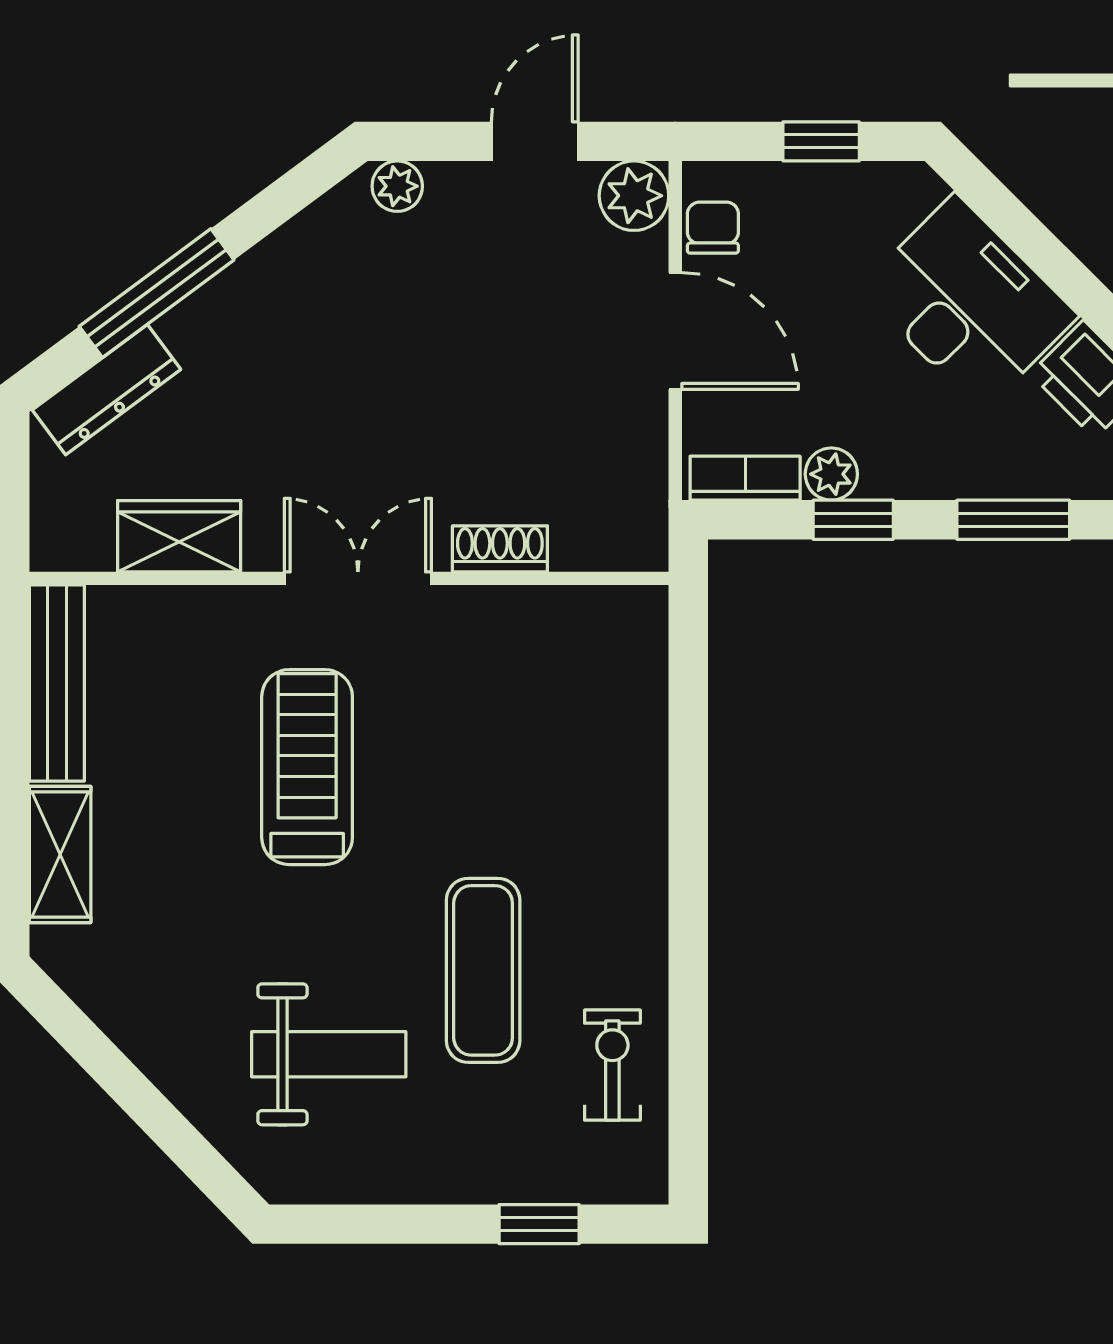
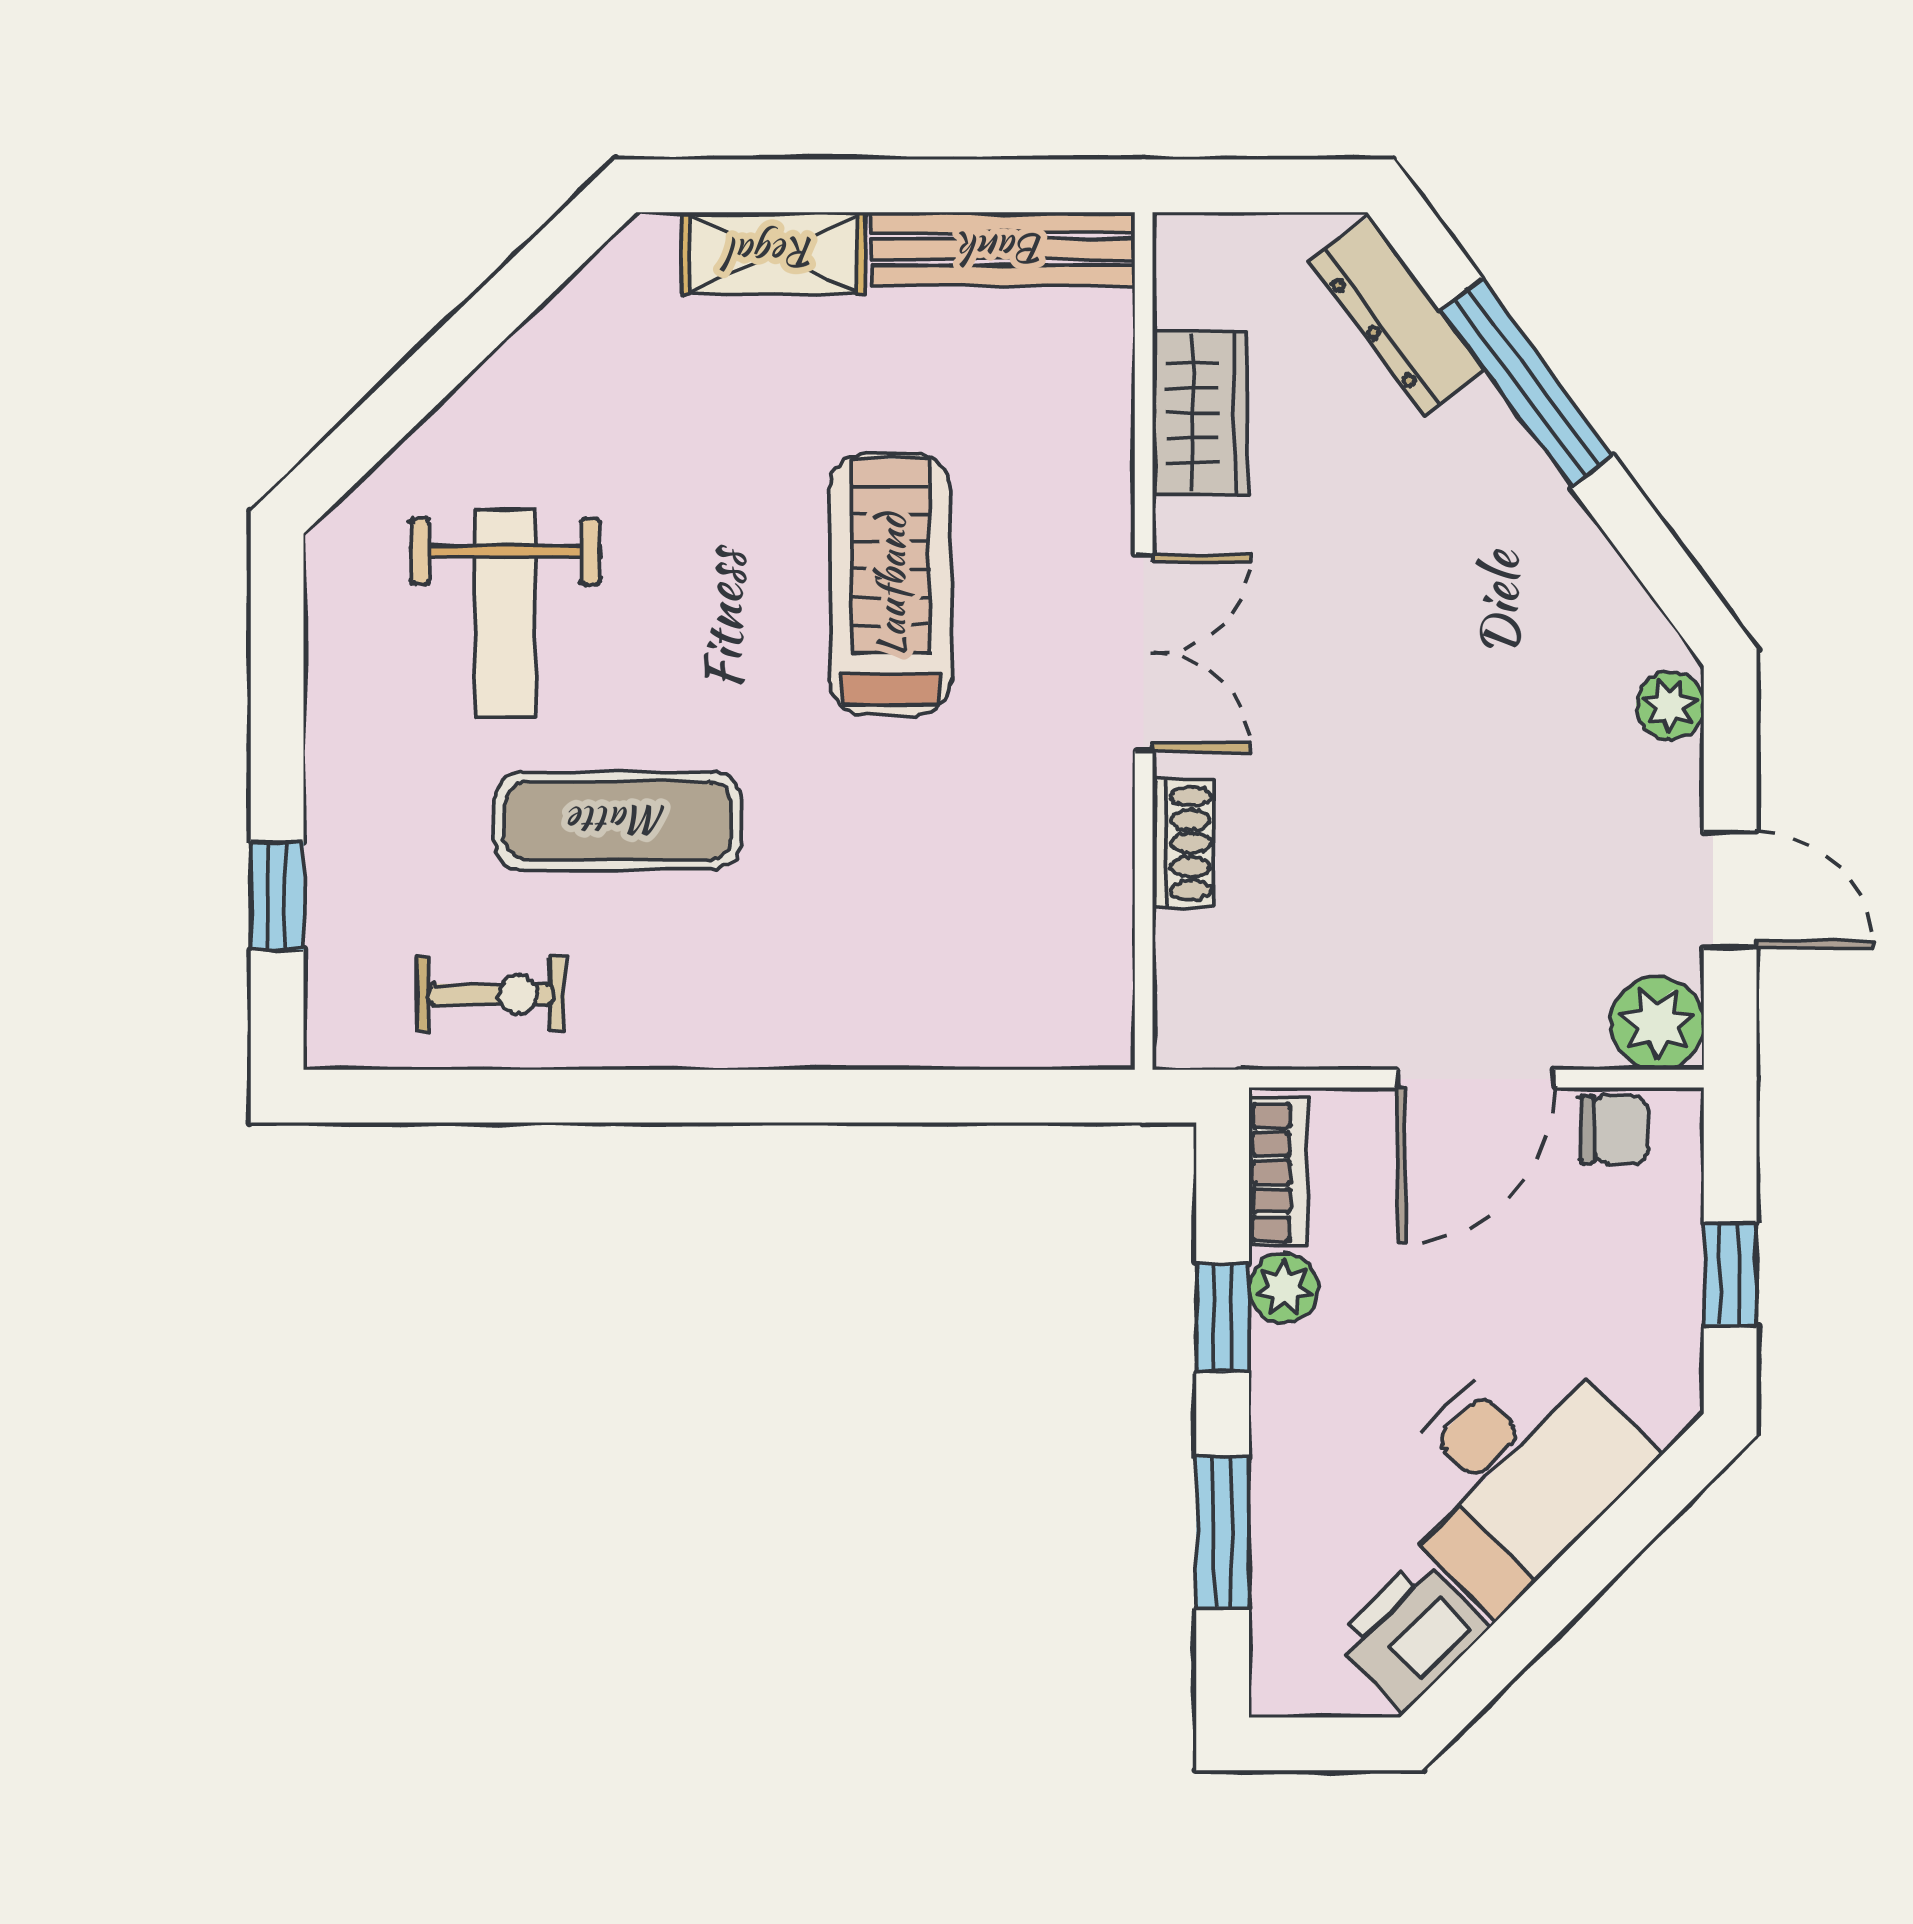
treadmill: (307, 767) -> (891, 585), turned -90

